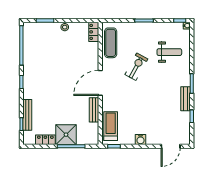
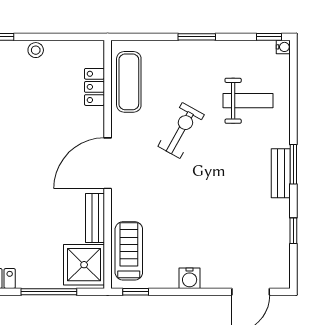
locker: (94, 32) -> (94, 87), moved
bench: (186, 99) -> (281, 173), moved
shower: (66, 135) -> (84, 265), moved

